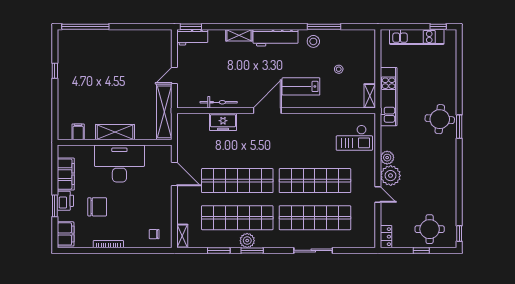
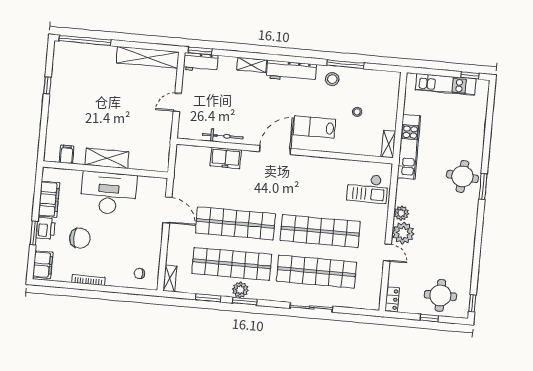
shelving: (164, 112) -> (148, 57), moved, turned 90

